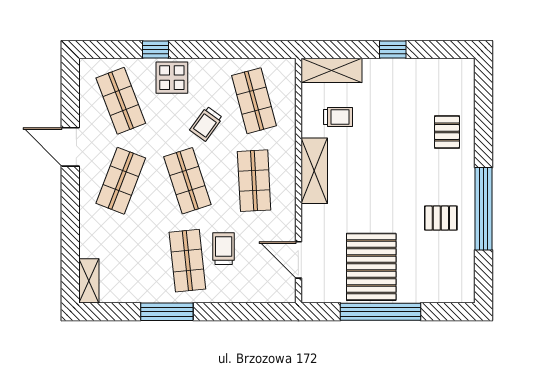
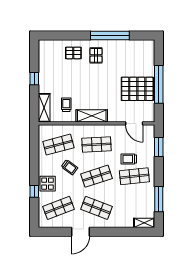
pallet: (441, 218) -> (96, 55), moved
door: (298, 260) -> (134, 123), hinge flipped
window: (167, 312) -> (159, 199), moved
window: (249, 312) -> (159, 147), added

